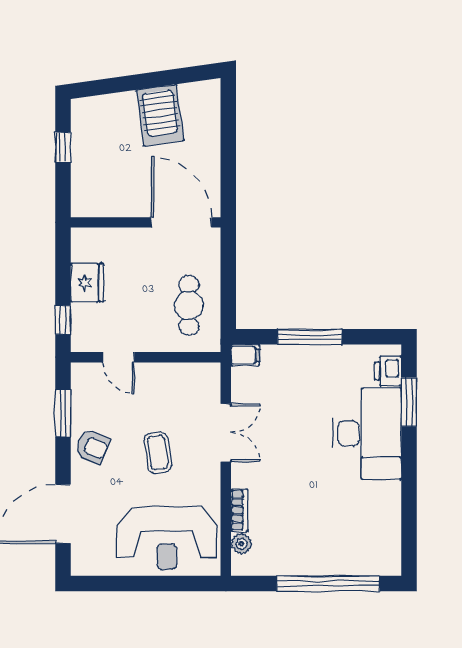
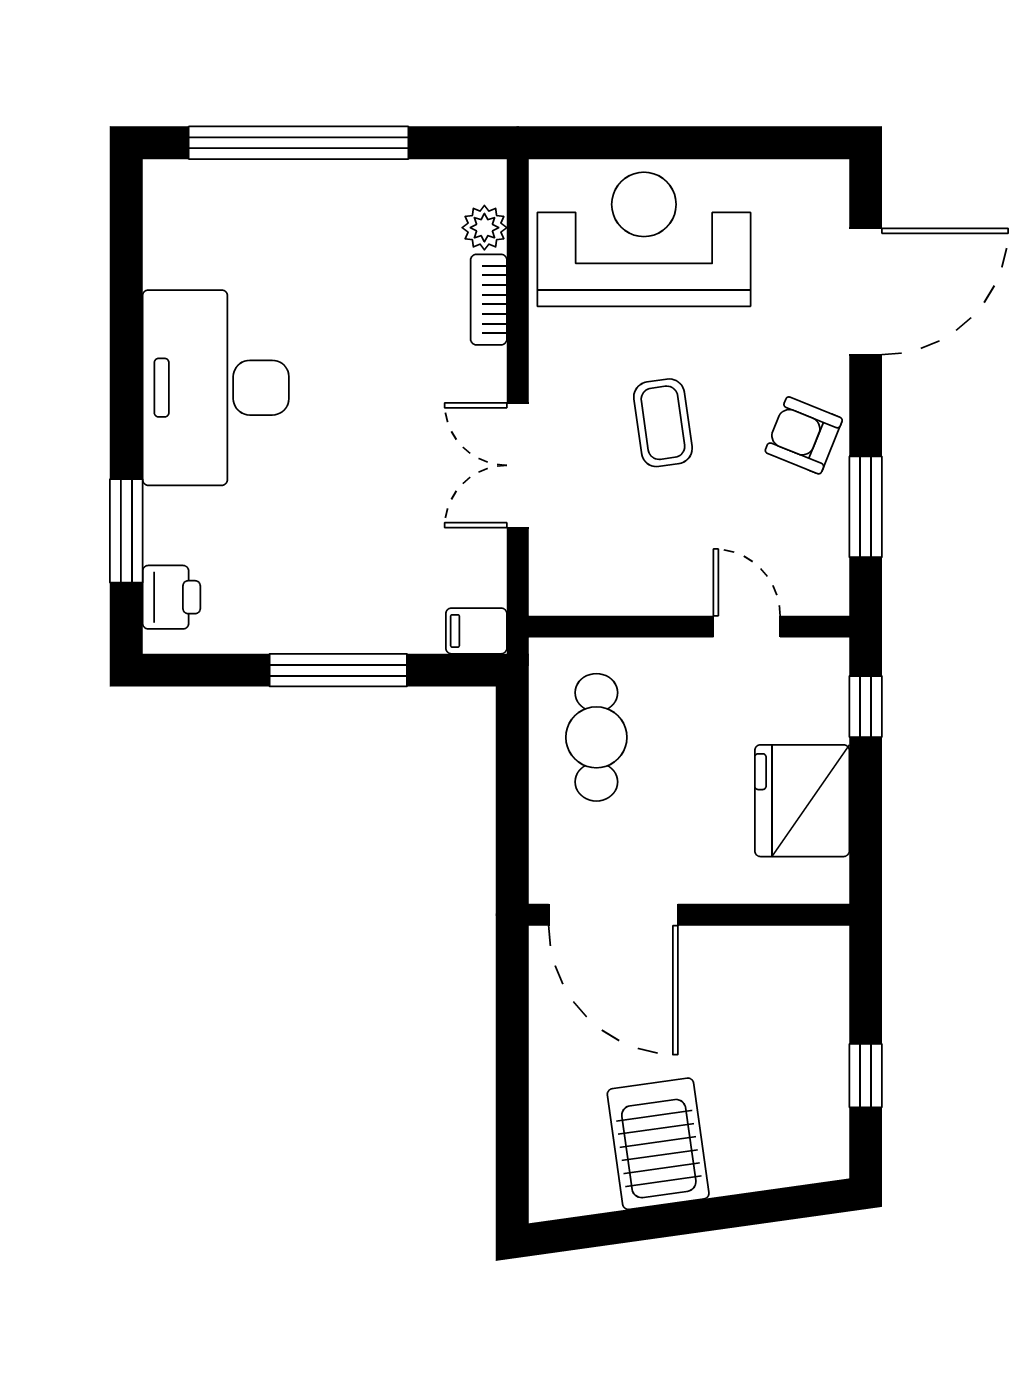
fridge: (87, 283) -> (802, 801), width x1.36, depth x1.34
desk: (367, 434) -> (216, 388), moved

